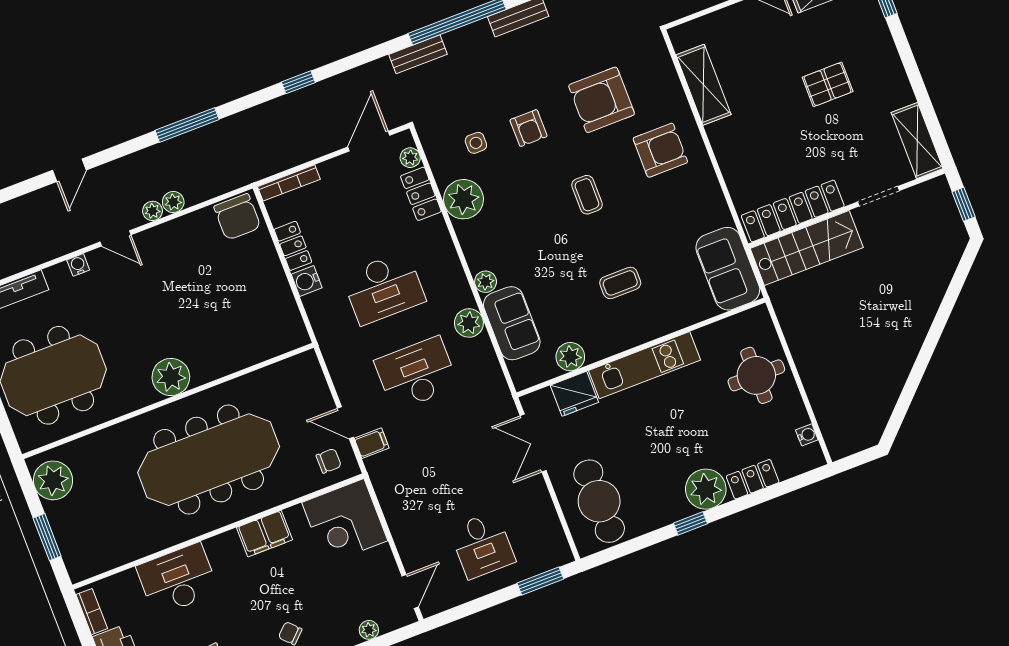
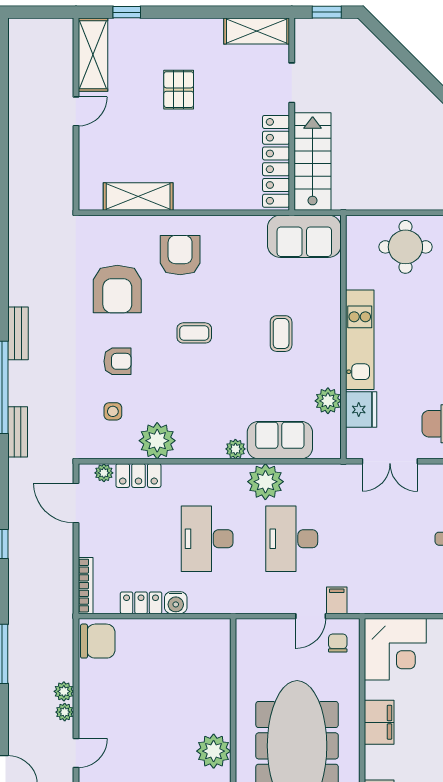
desk: (384, 288) -> (207, 539), turned 180
plant: (469, 323) -> (265, 482), width x1.36, depth x1.36

